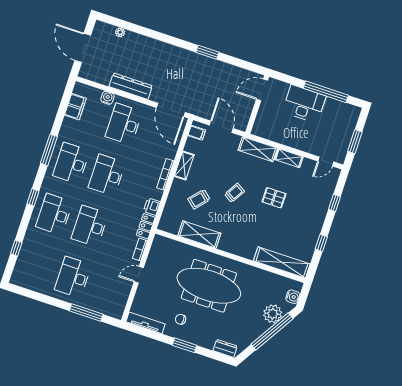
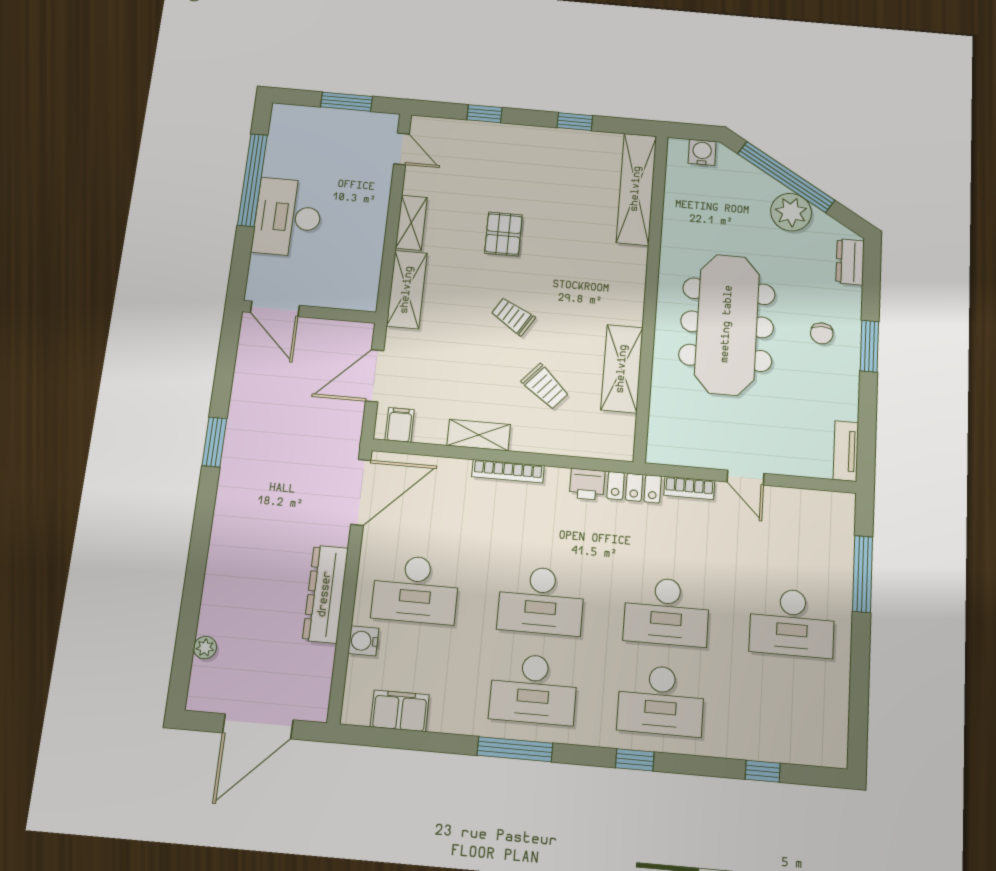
plant: (273, 314) -> (791, 212), moved
chair: (181, 319) -> (822, 333), moved
tv unit: (145, 323) -> (846, 451), width x0.71

